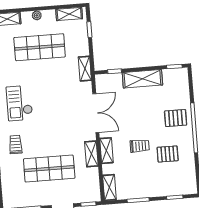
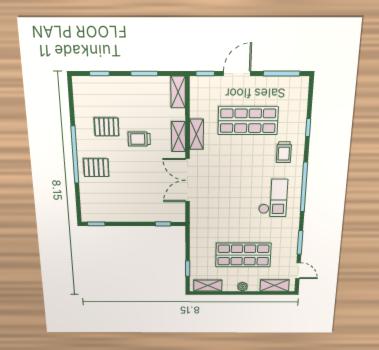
shelving: (85, 69) -> (196, 229), removed
shelving: (142, 79) -> (132, 214), removed

